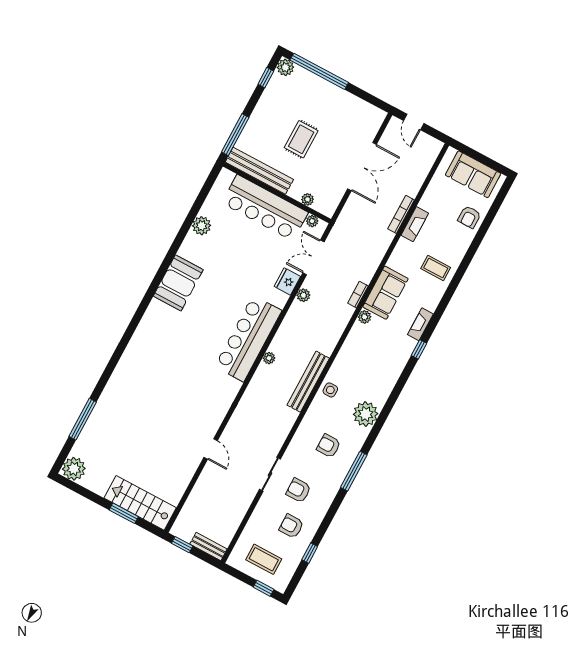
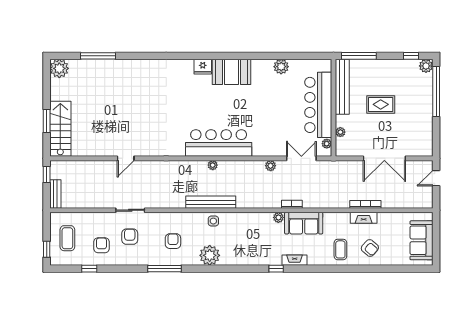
armchair: (469, 217) -> (370, 248), moved, turned -139
fridge: (287, 281) -> (203, 67), moved, turned 180

